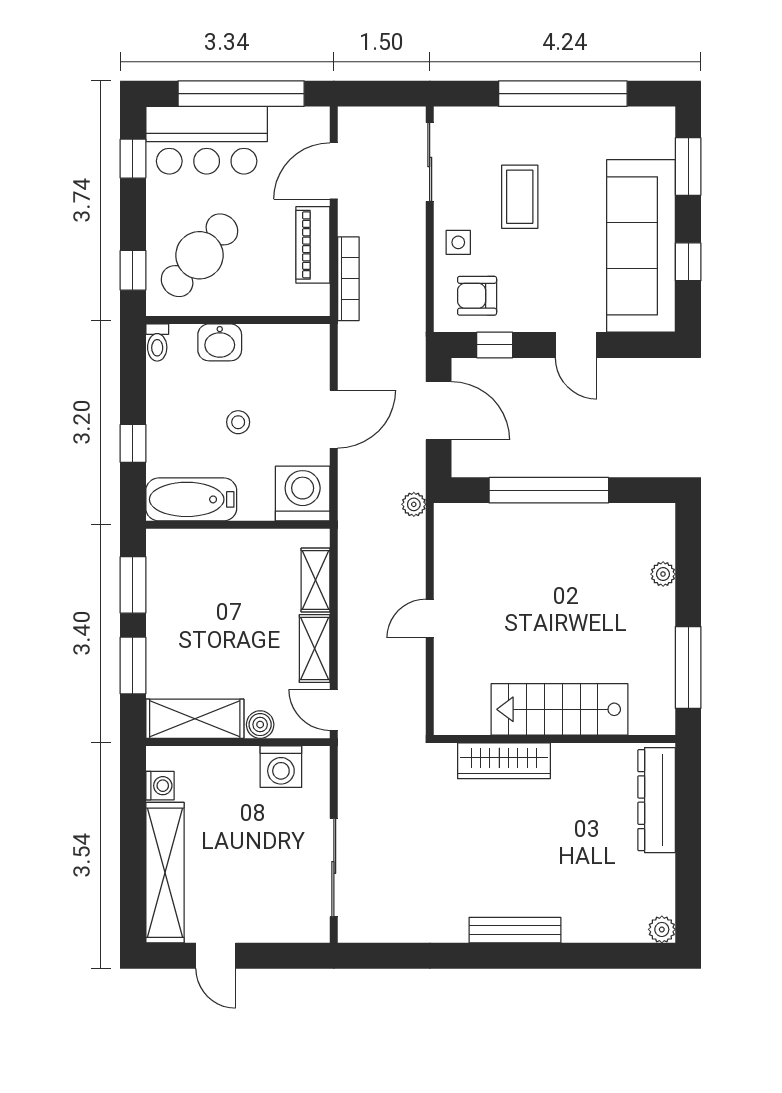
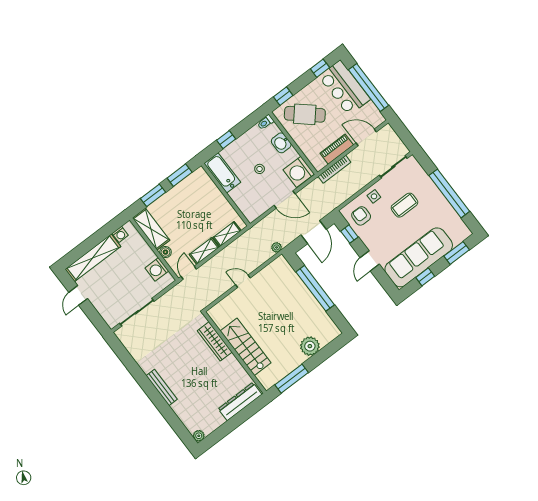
washing machine: (303, 494) -> (299, 172), moved, turned 180
plant: (663, 574) -> (310, 346), width x1.88, depth x1.88

